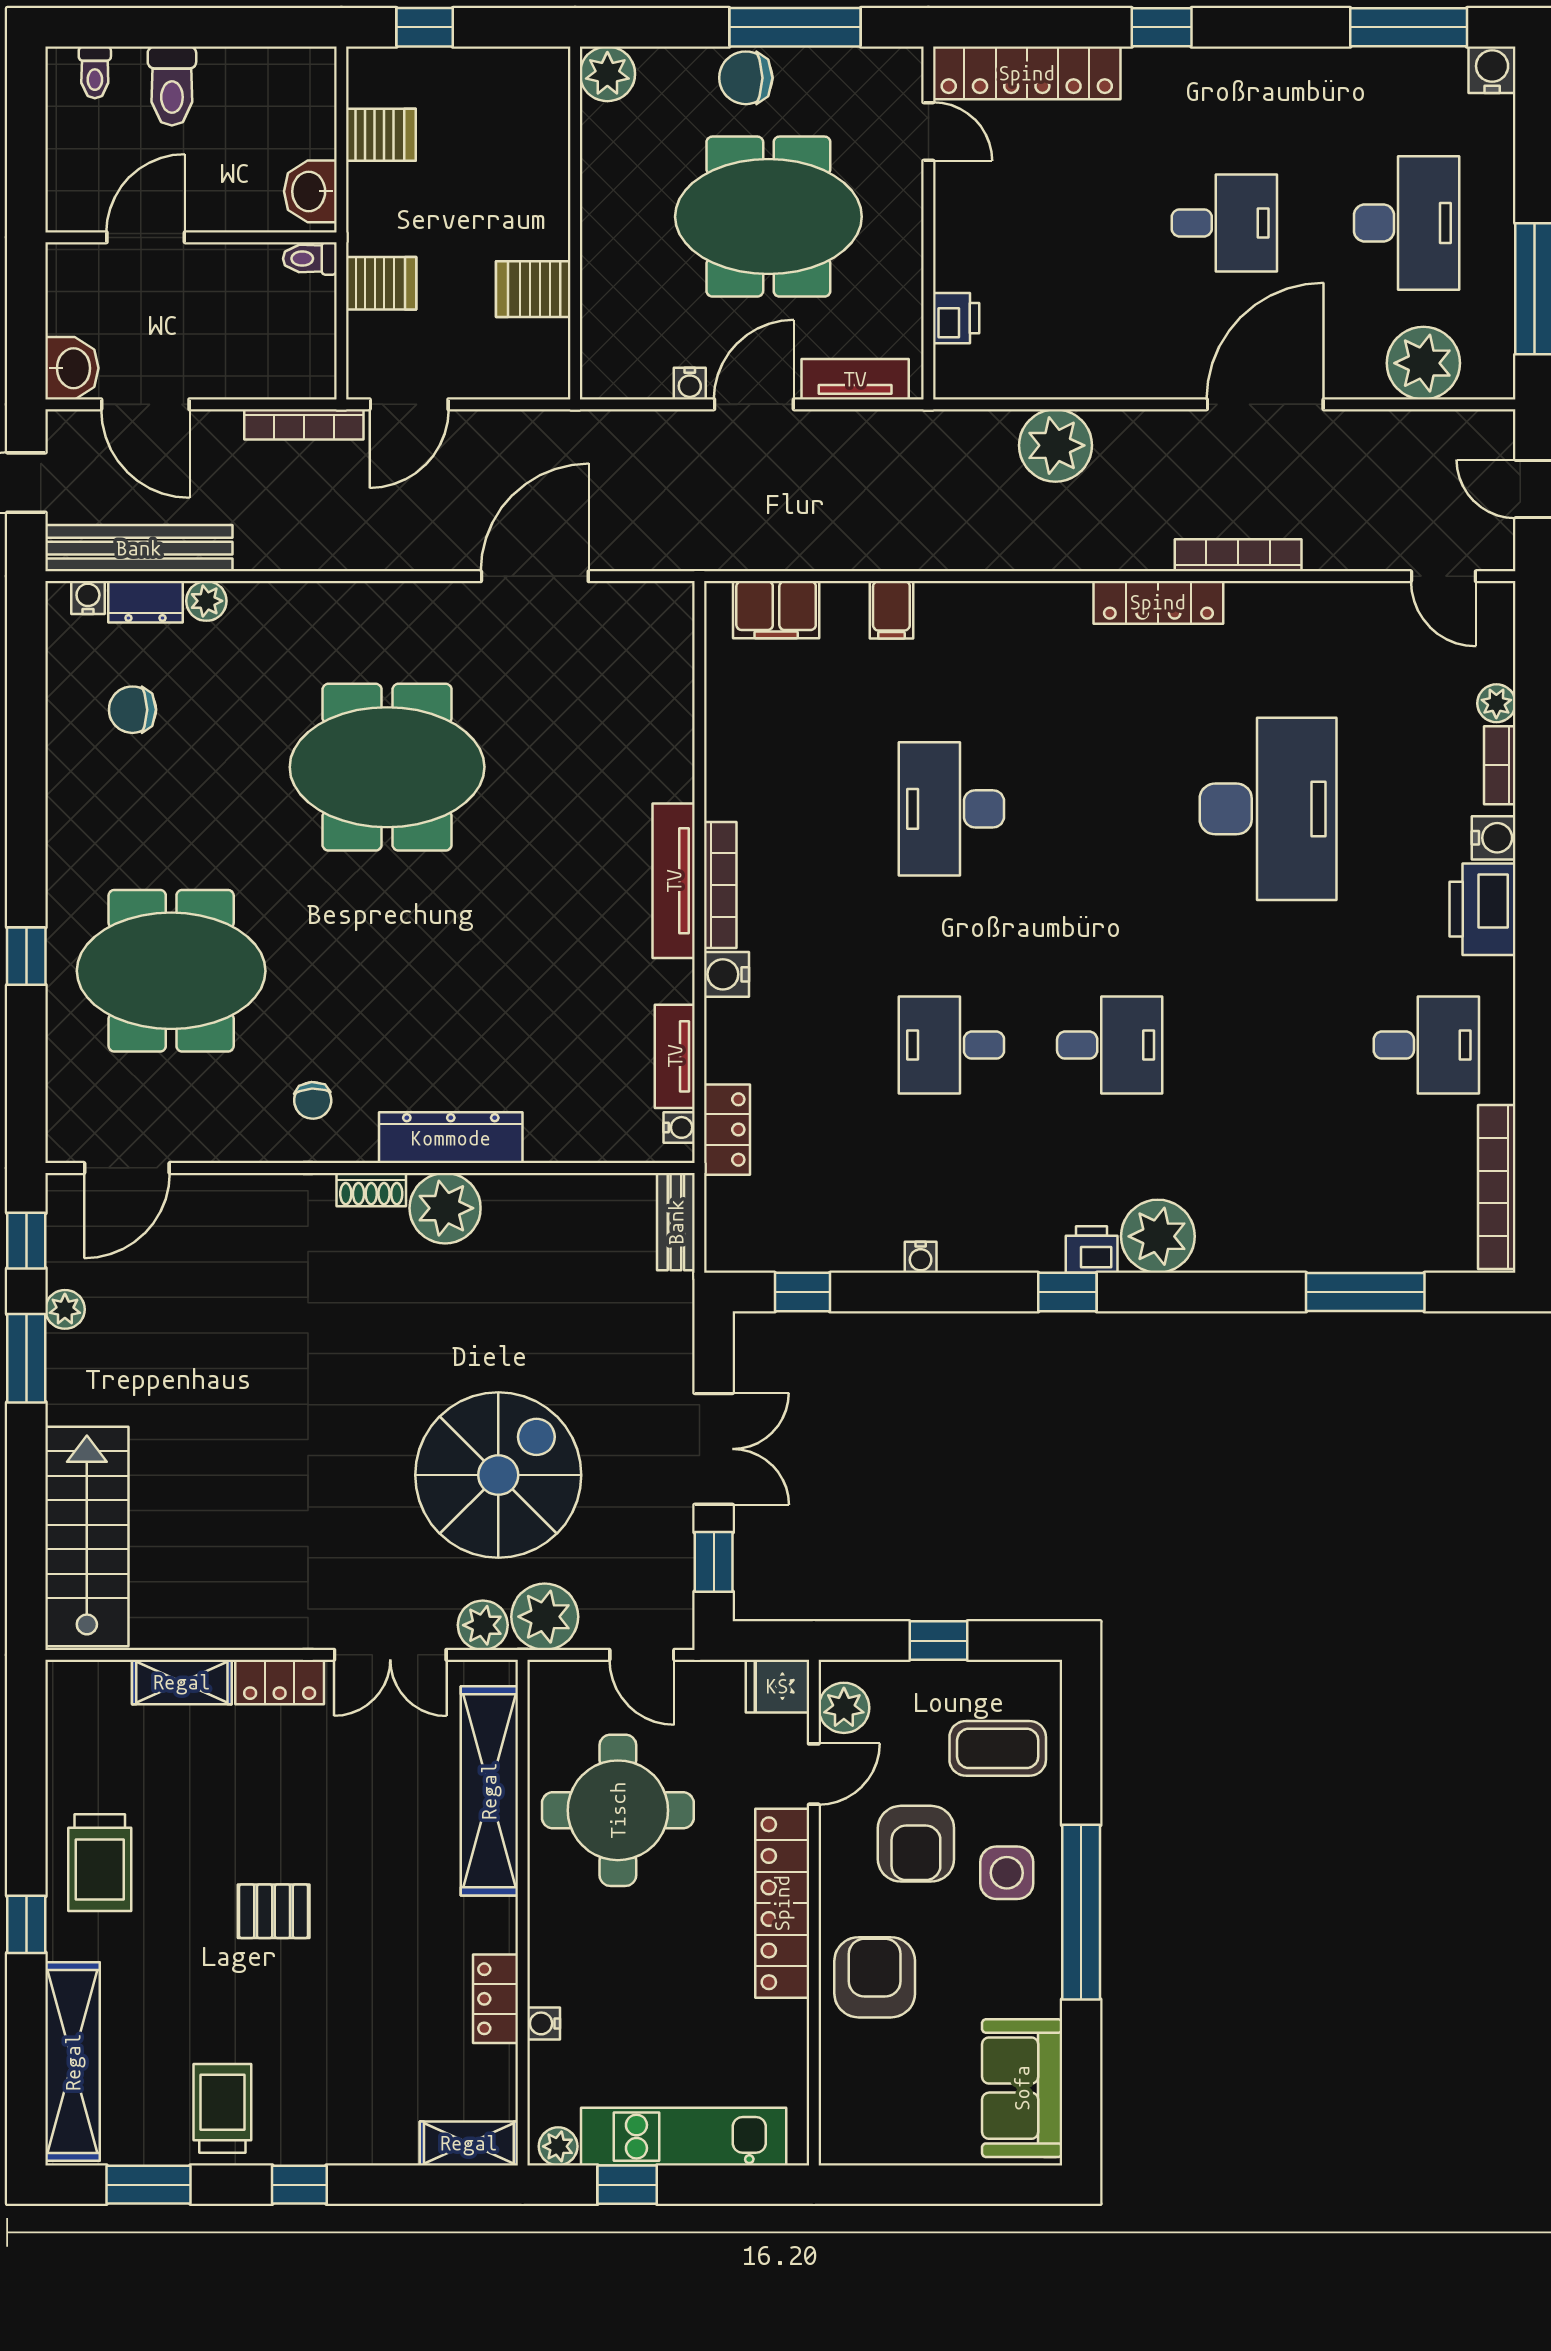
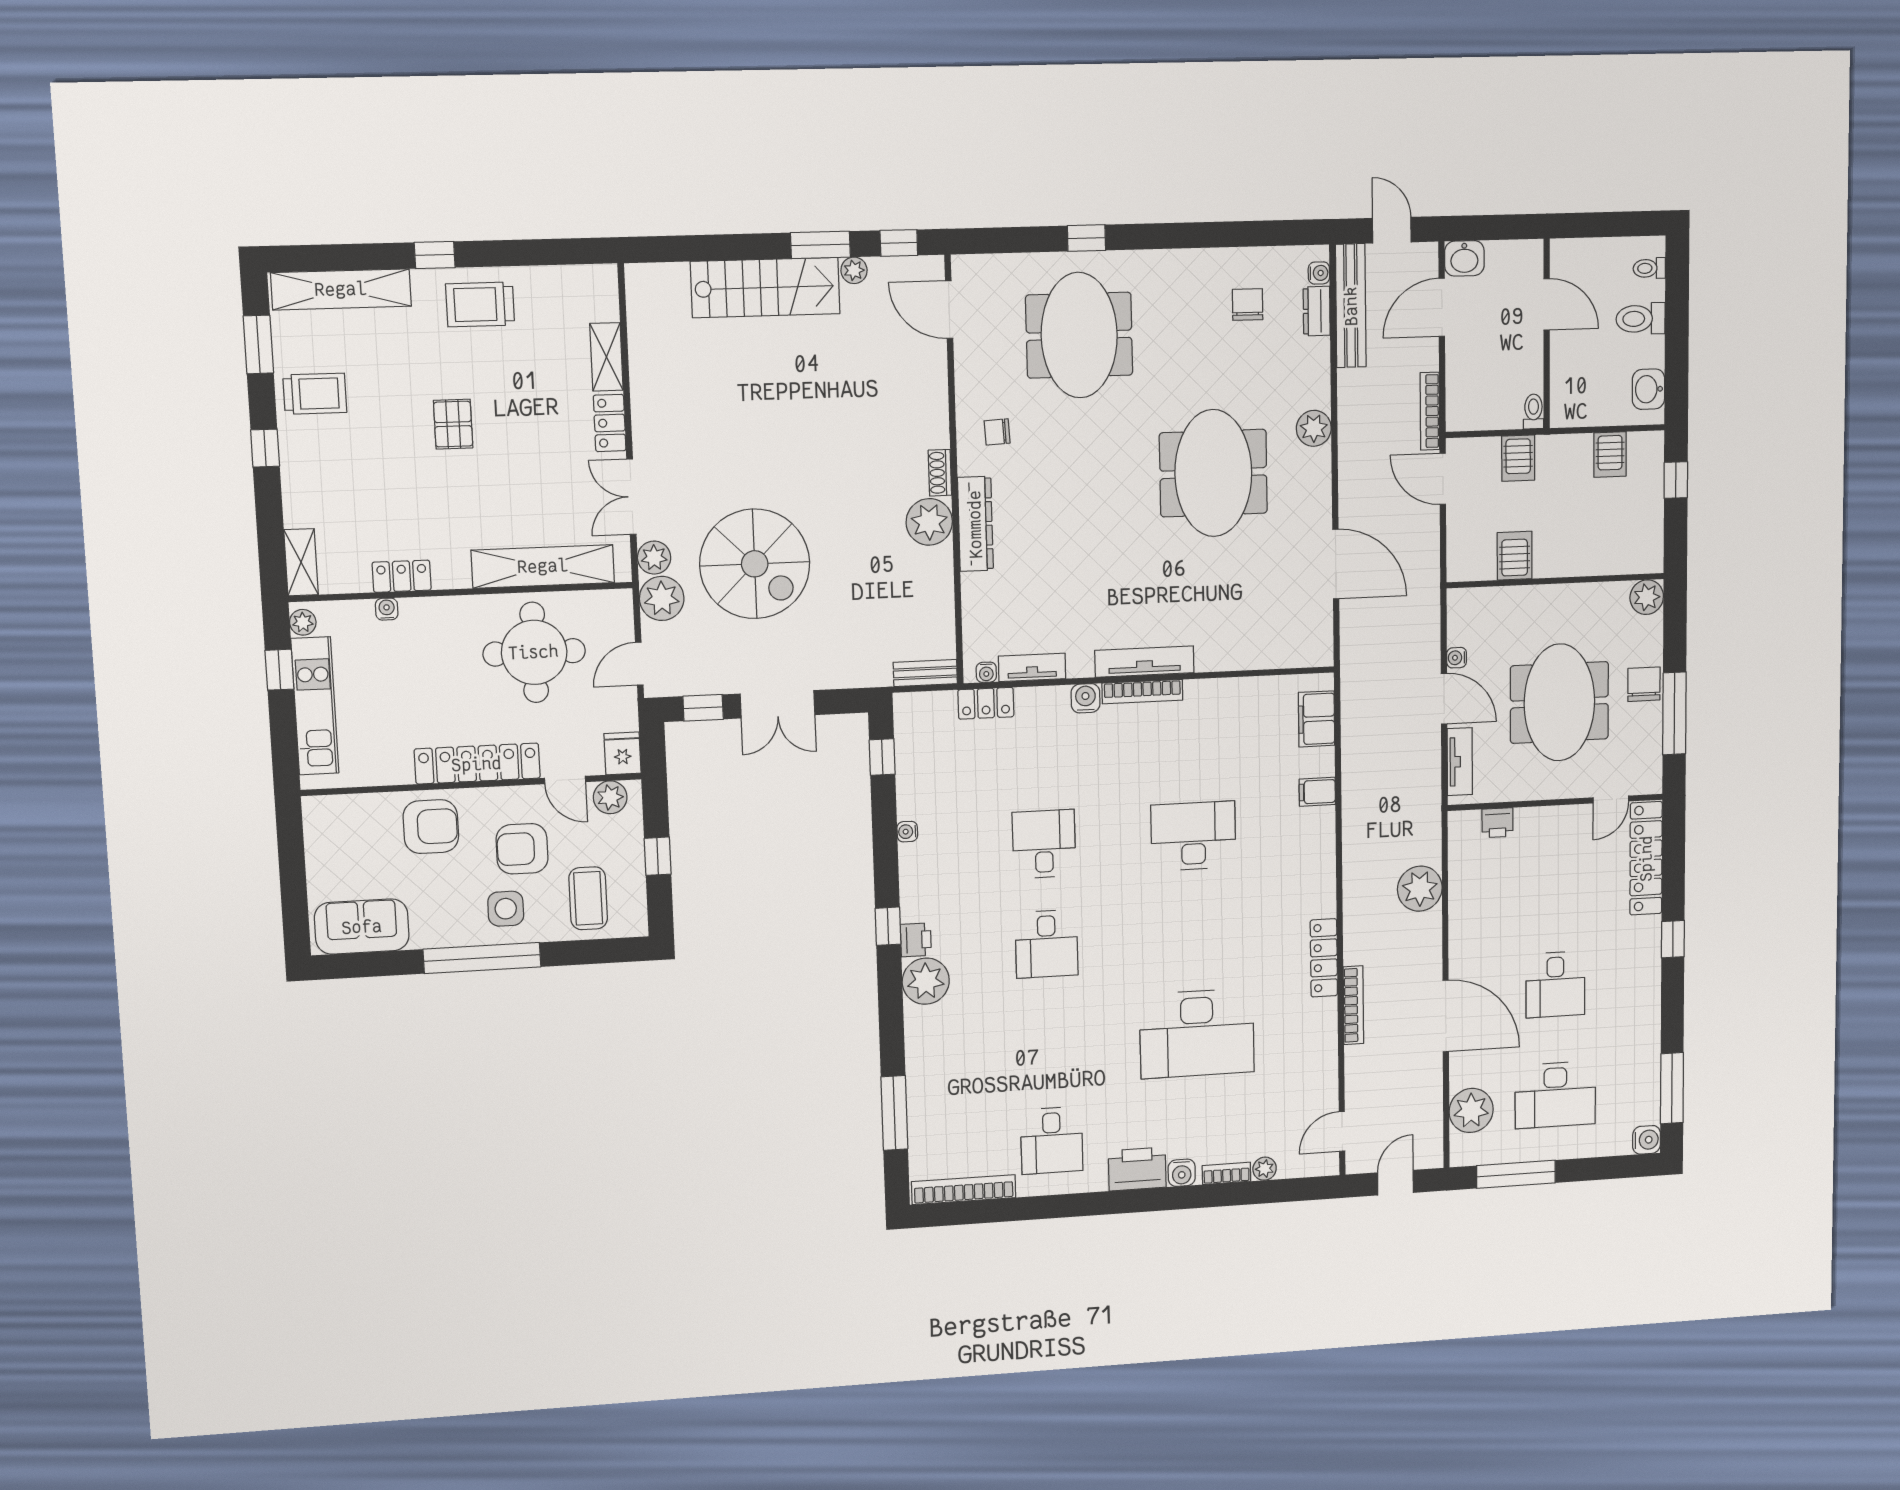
washbasin: (310, 191) -> (1648, 389), moved, turned -90
plant: (206, 601) -> (1314, 428), moved, width x1.38, depth x1.38
stairs: (87, 1537) -> (765, 288), moved

